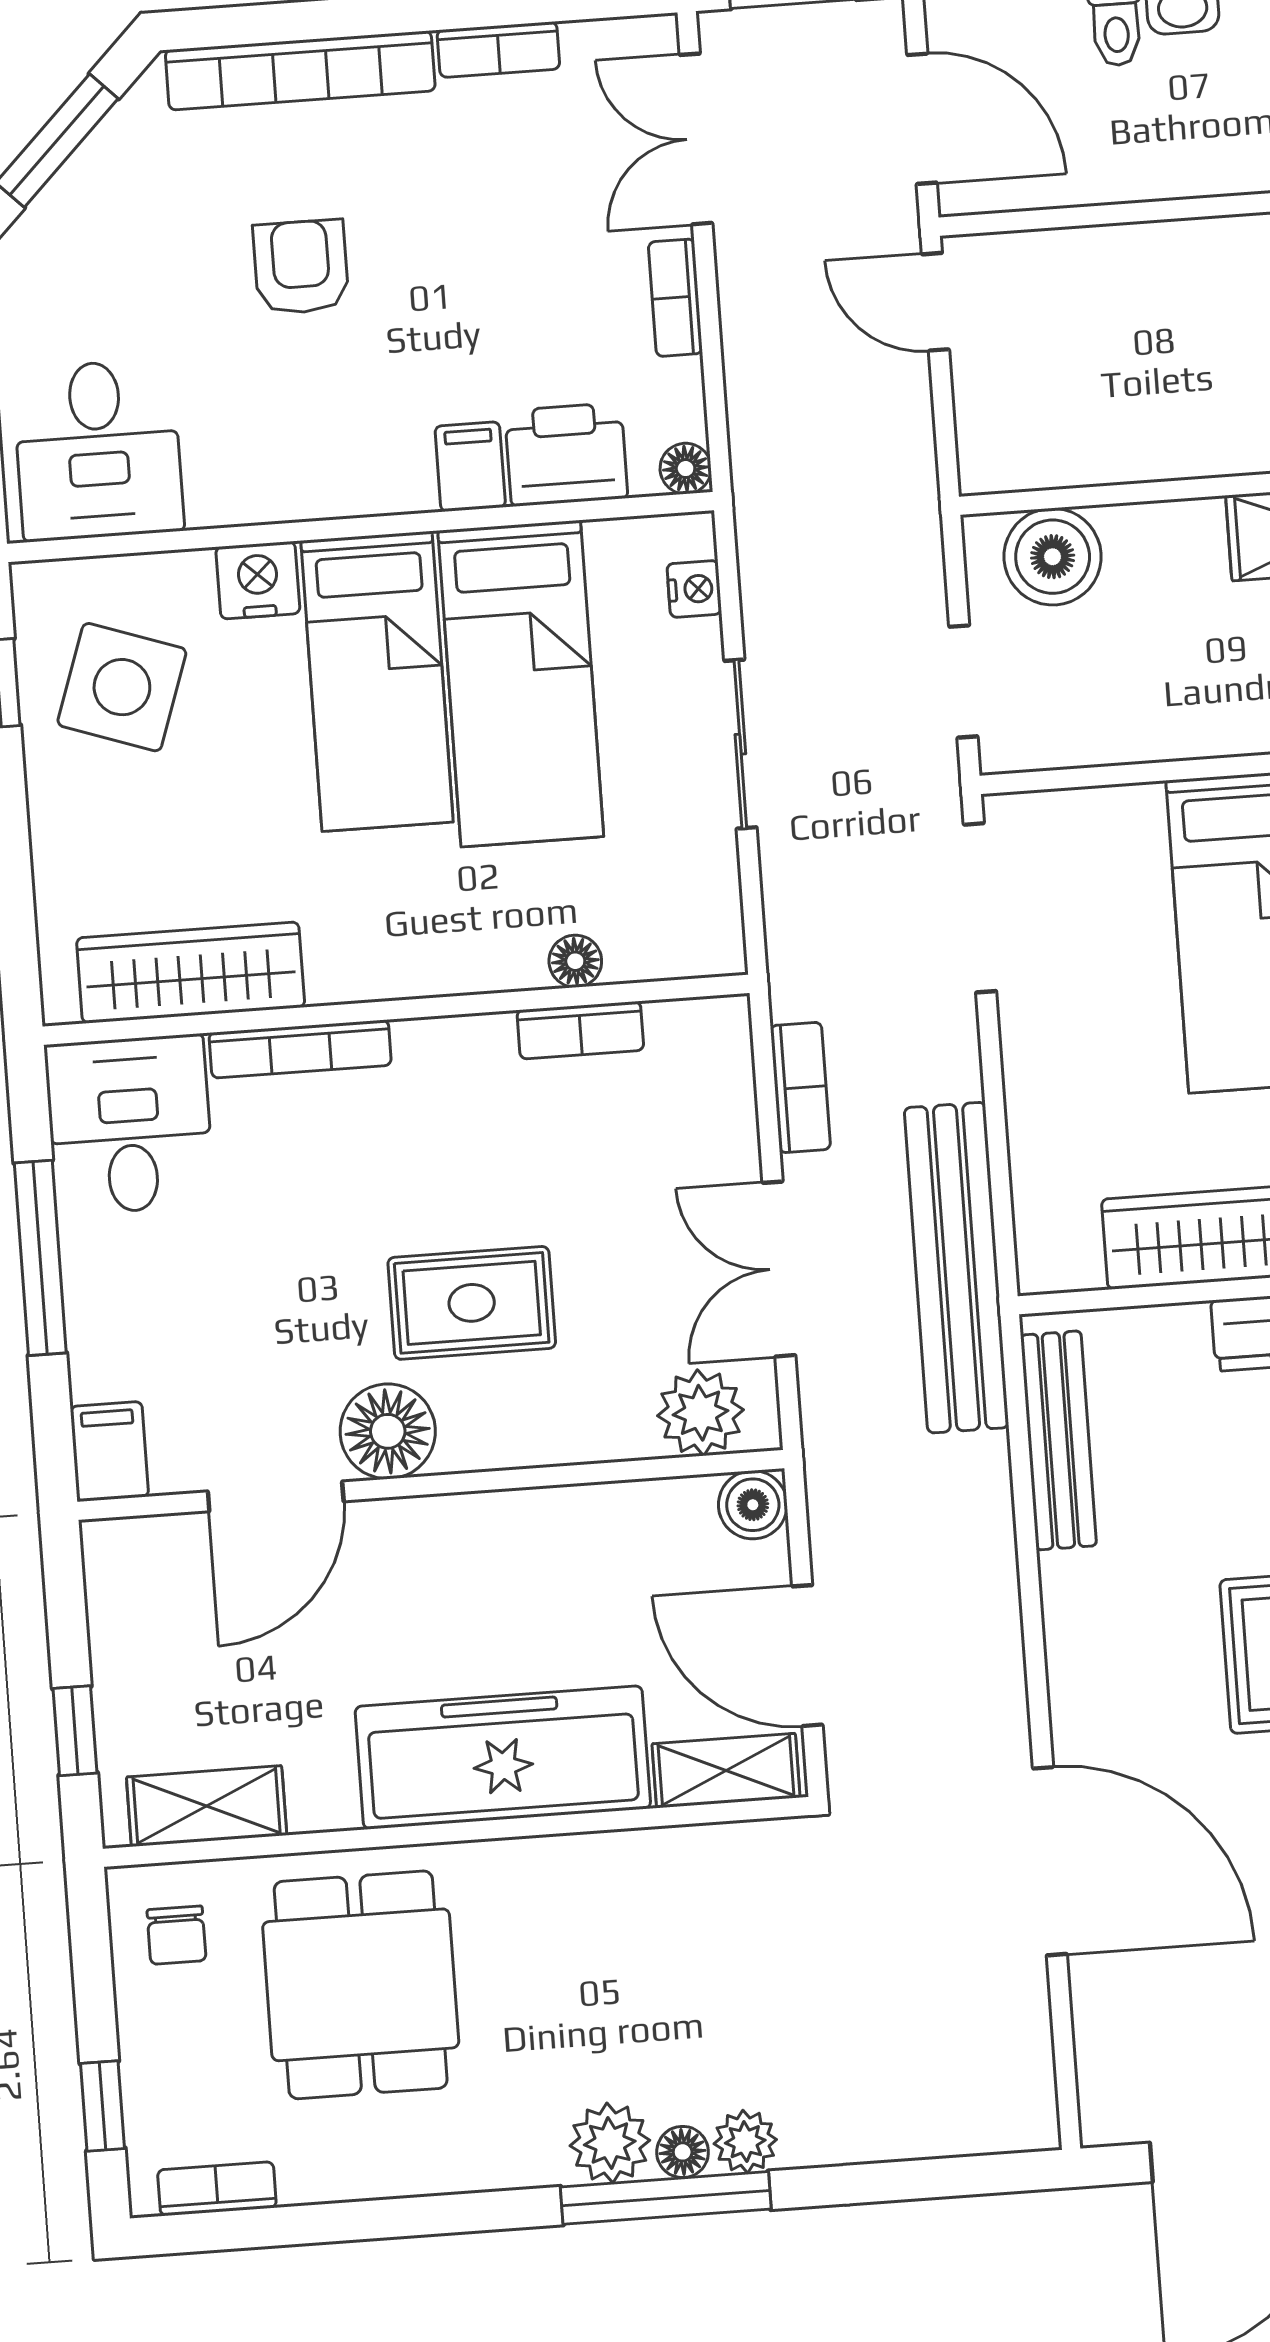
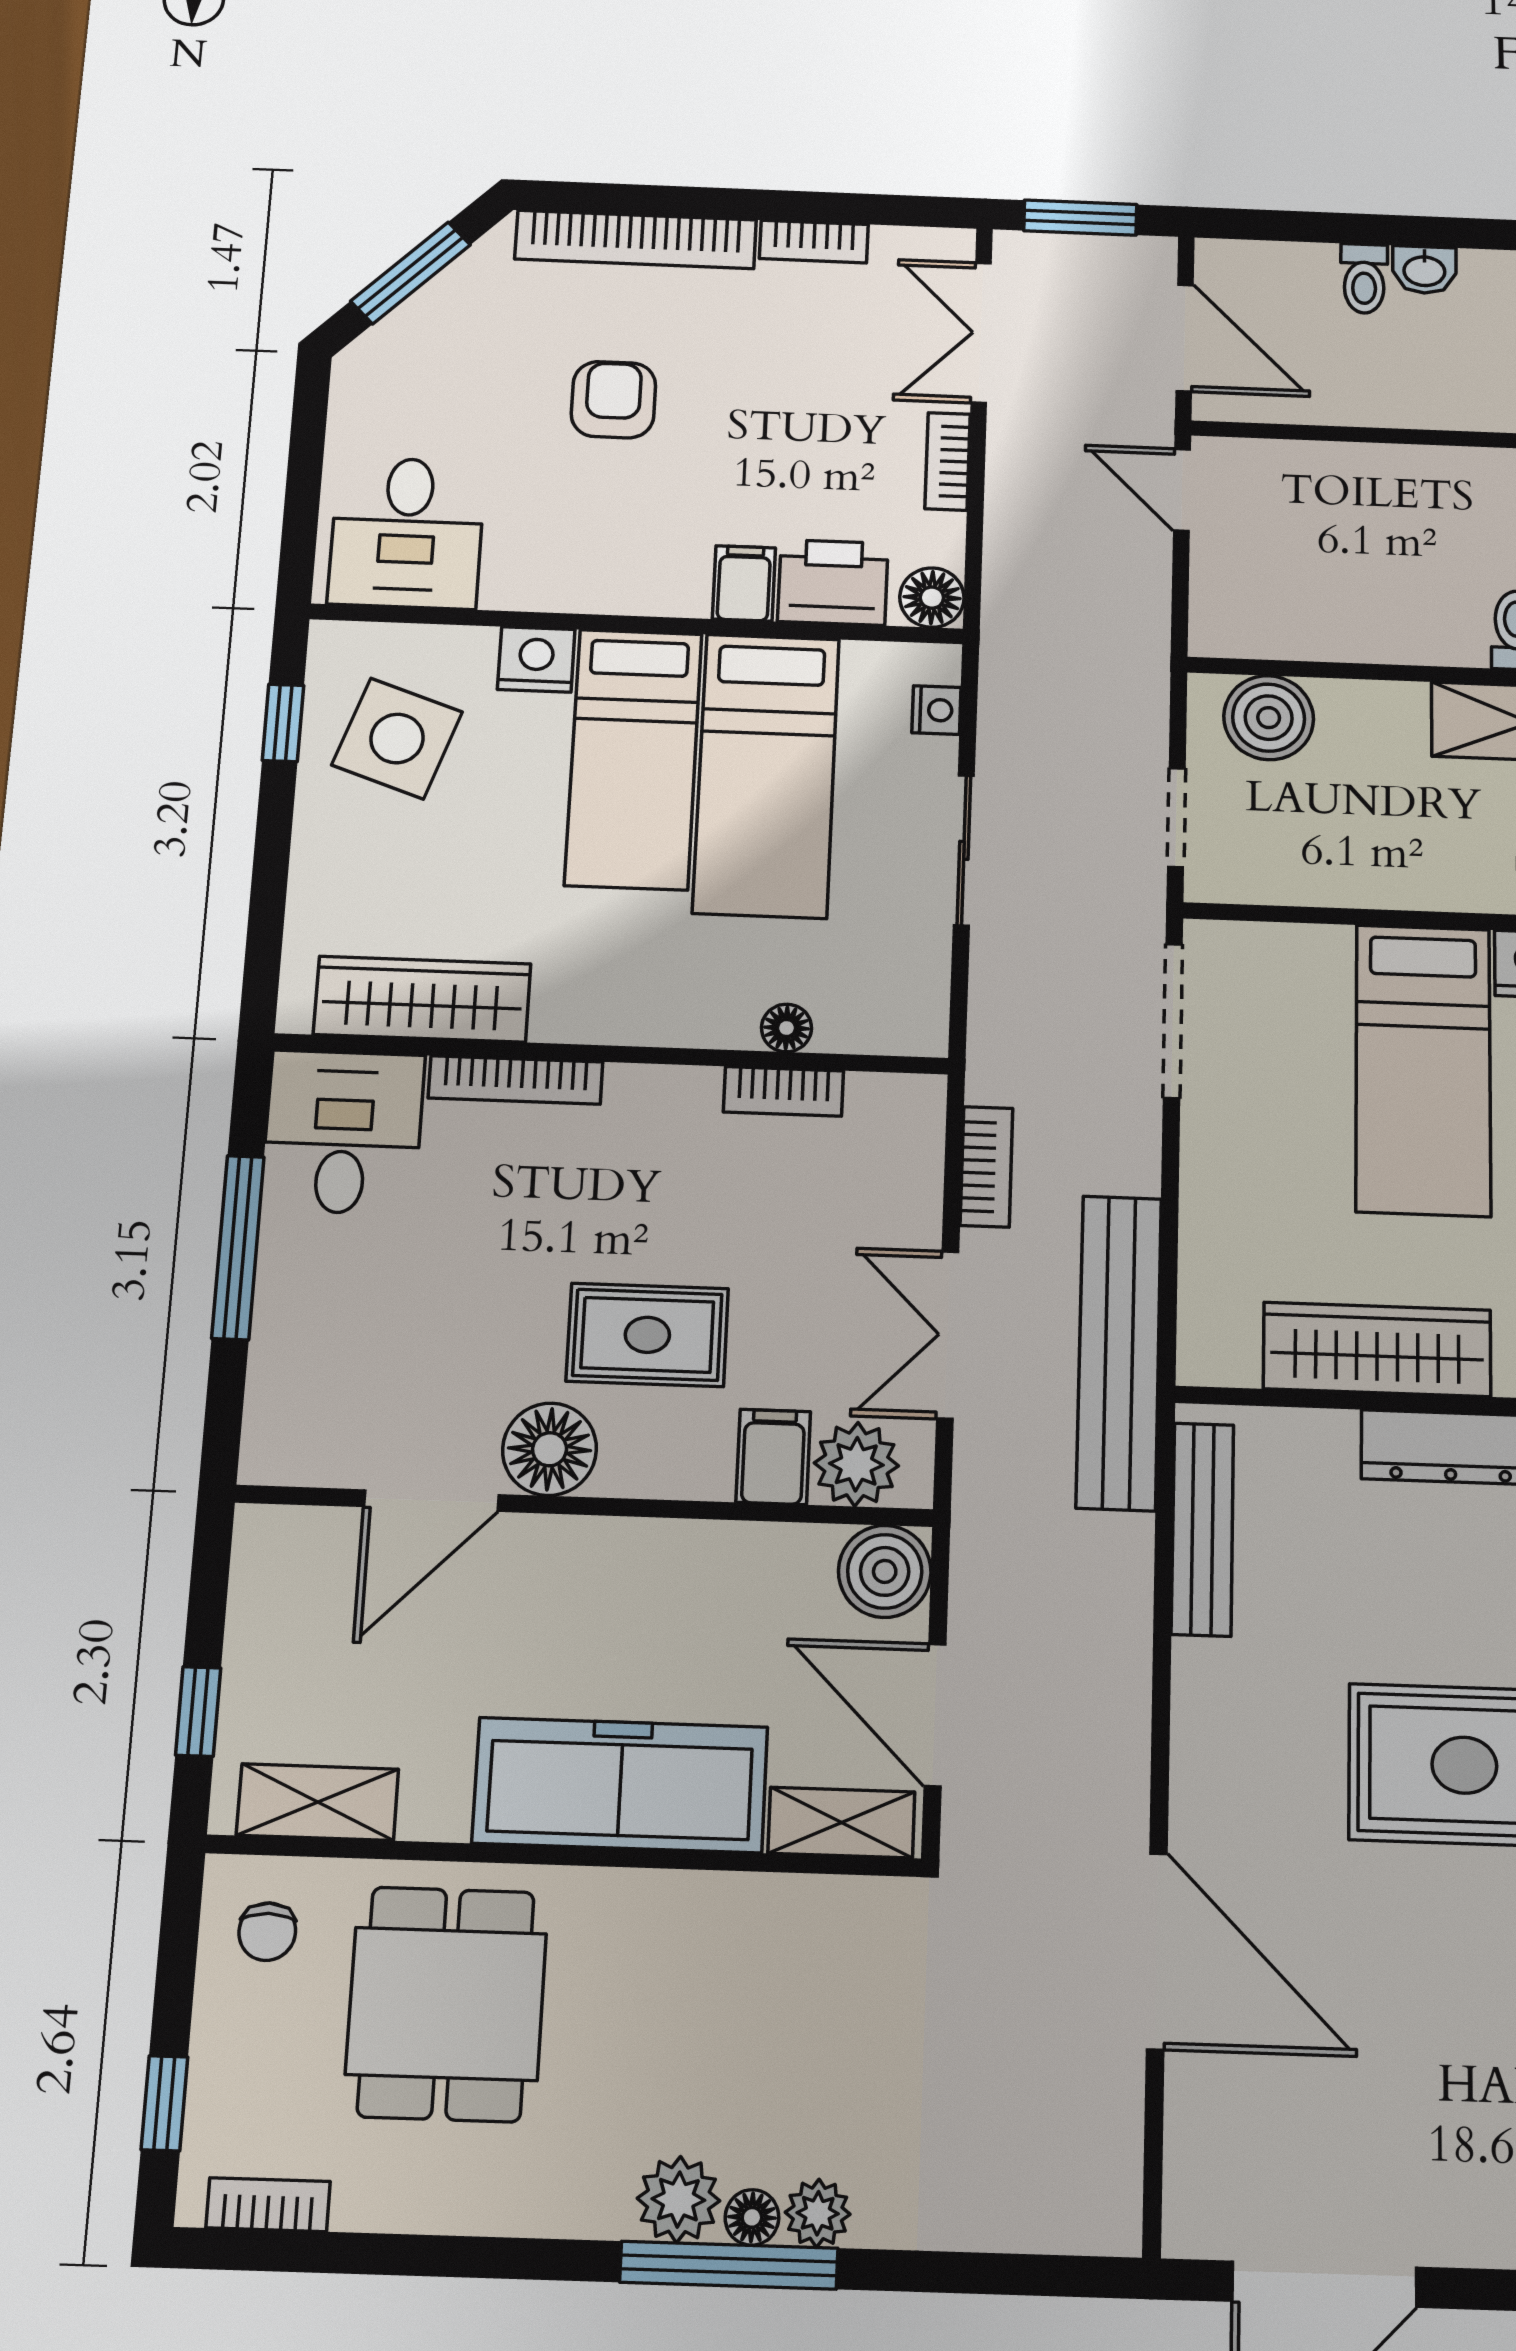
floor lamp: (686, 469) -> (932, 598), width x1.37, depth x1.37
filing cabinet: (109, 1451) -> (773, 1457), moved
boiler: (753, 1505) -> (885, 1571), width x1.36, depth x1.36

